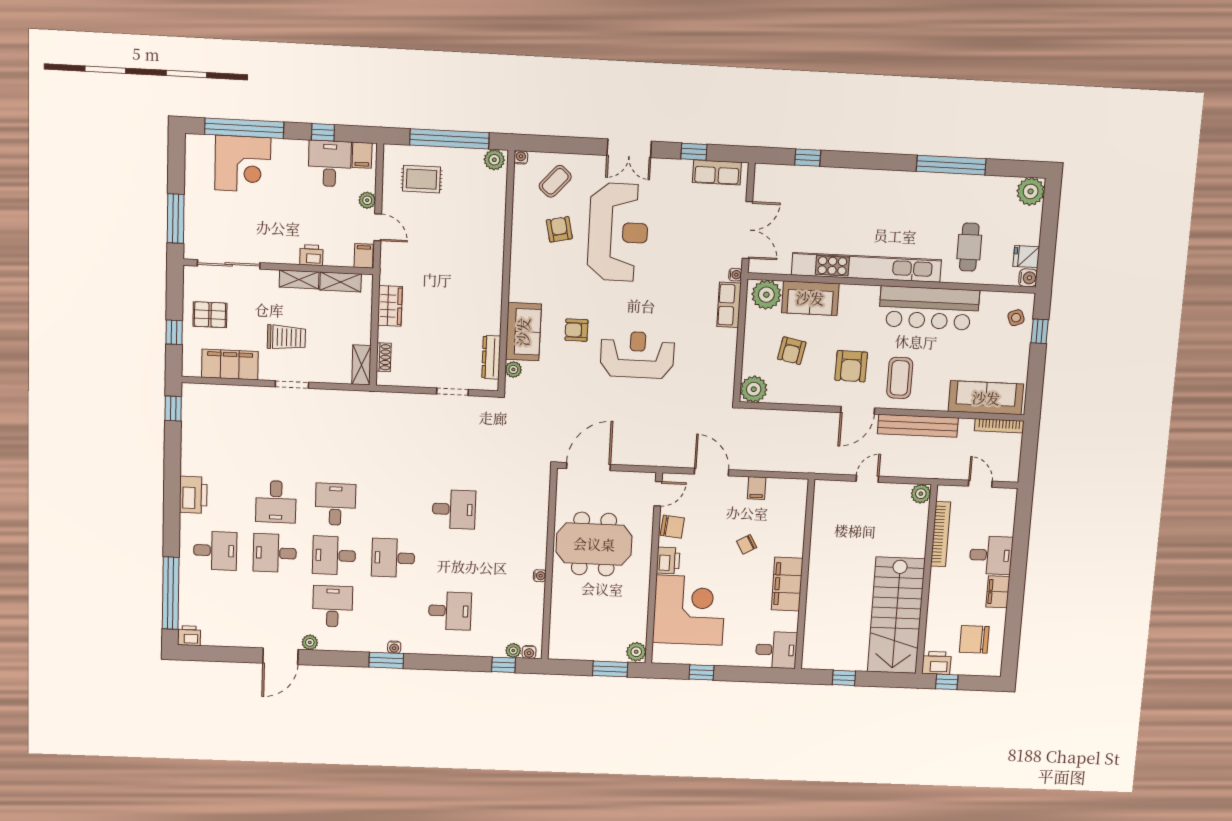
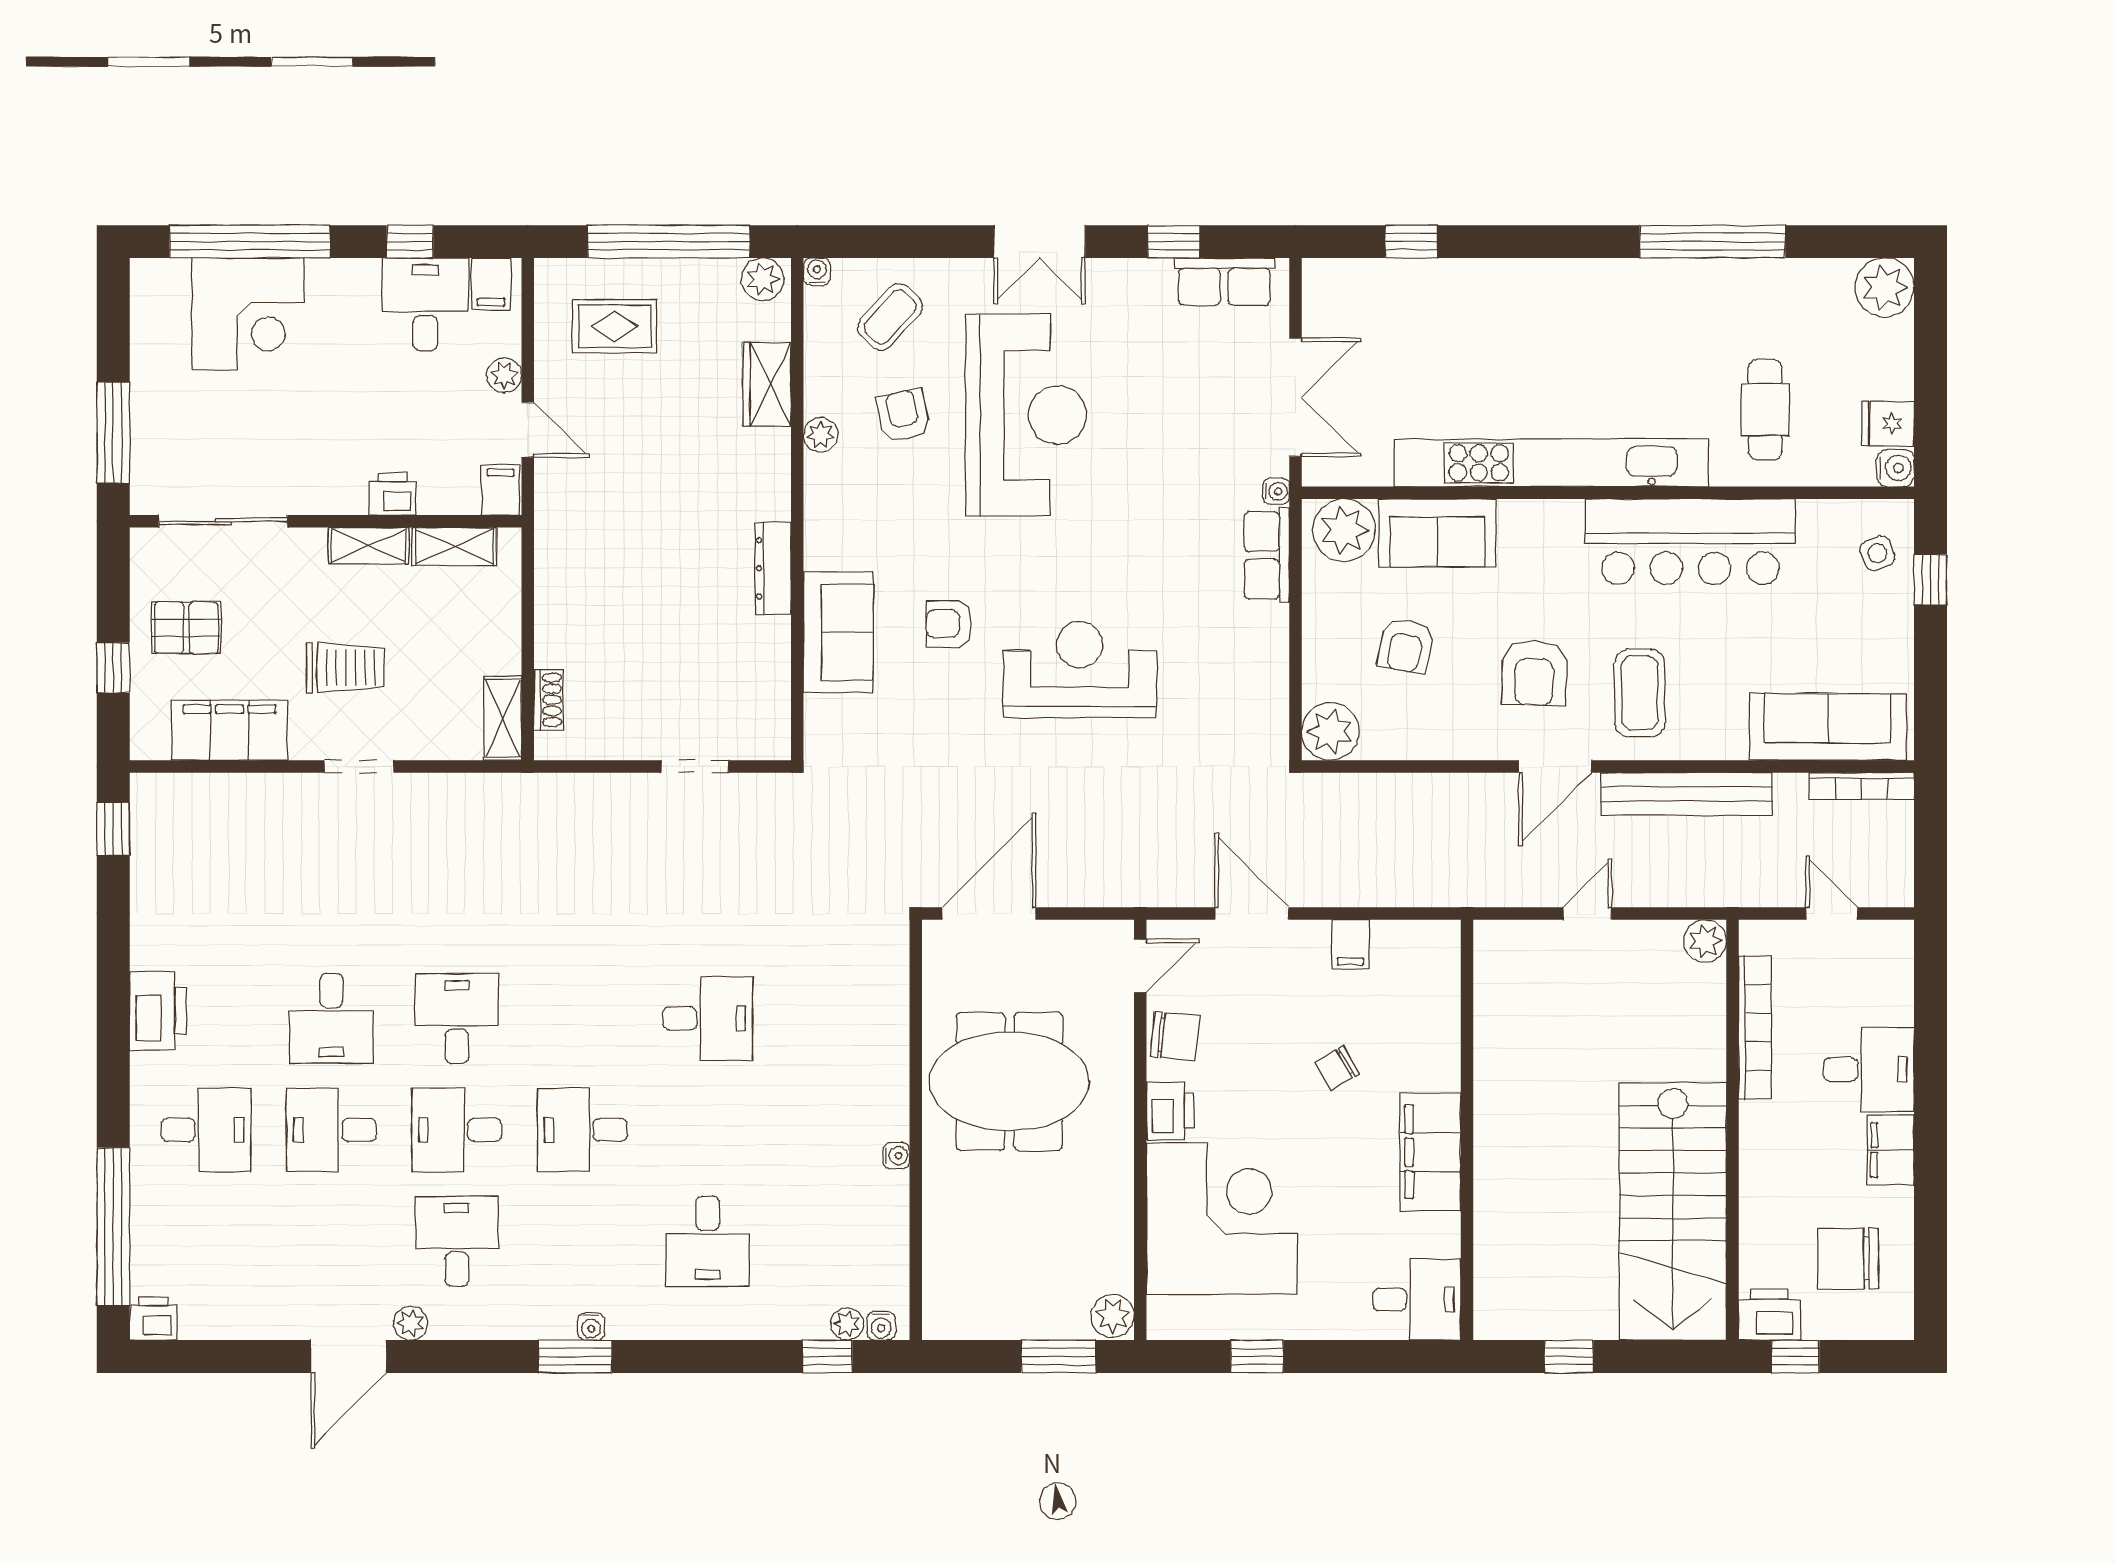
wardrobe: (390, 306) -> (767, 384), moved, turned 180
dresser: (491, 357) -> (773, 568), moved
plant: (513, 369) -> (821, 435), moved
desk: (450, 611) -> (708, 1241), turned 90

